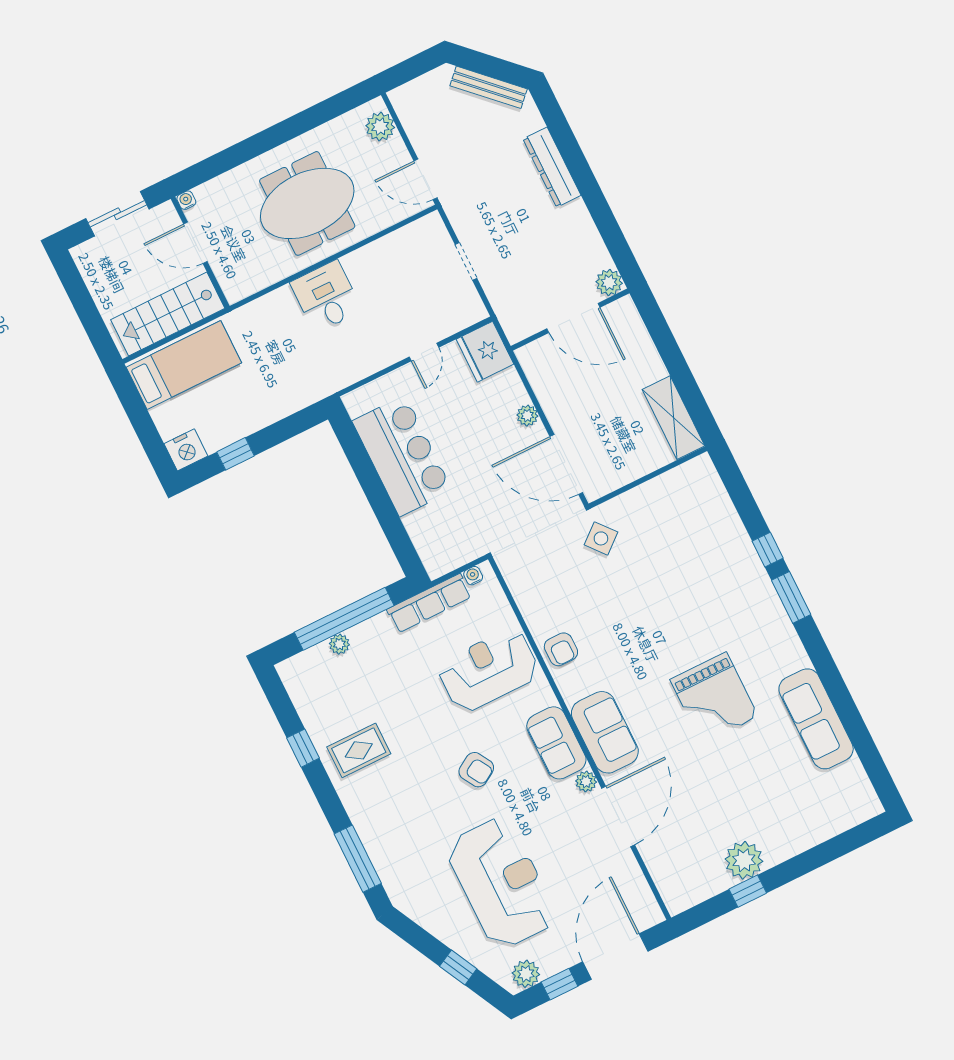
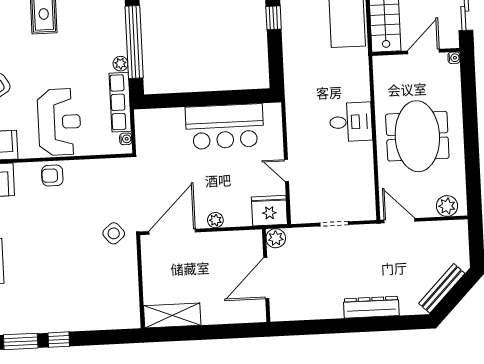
door: (425, 179) -> (399, 221), hinge flipped
plant: (609, 282) -> (276, 238), moved
plant: (339, 644) -> (121, 64), moved

